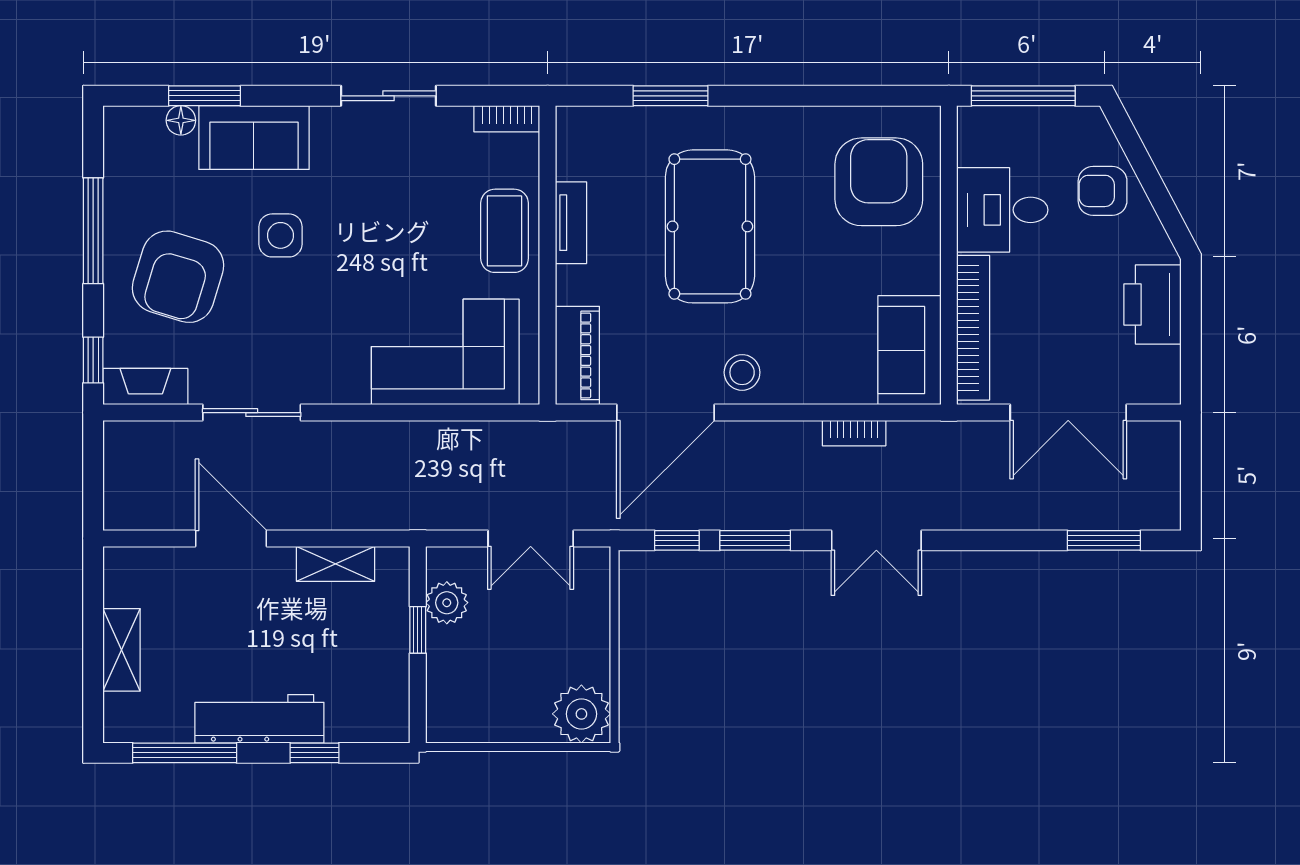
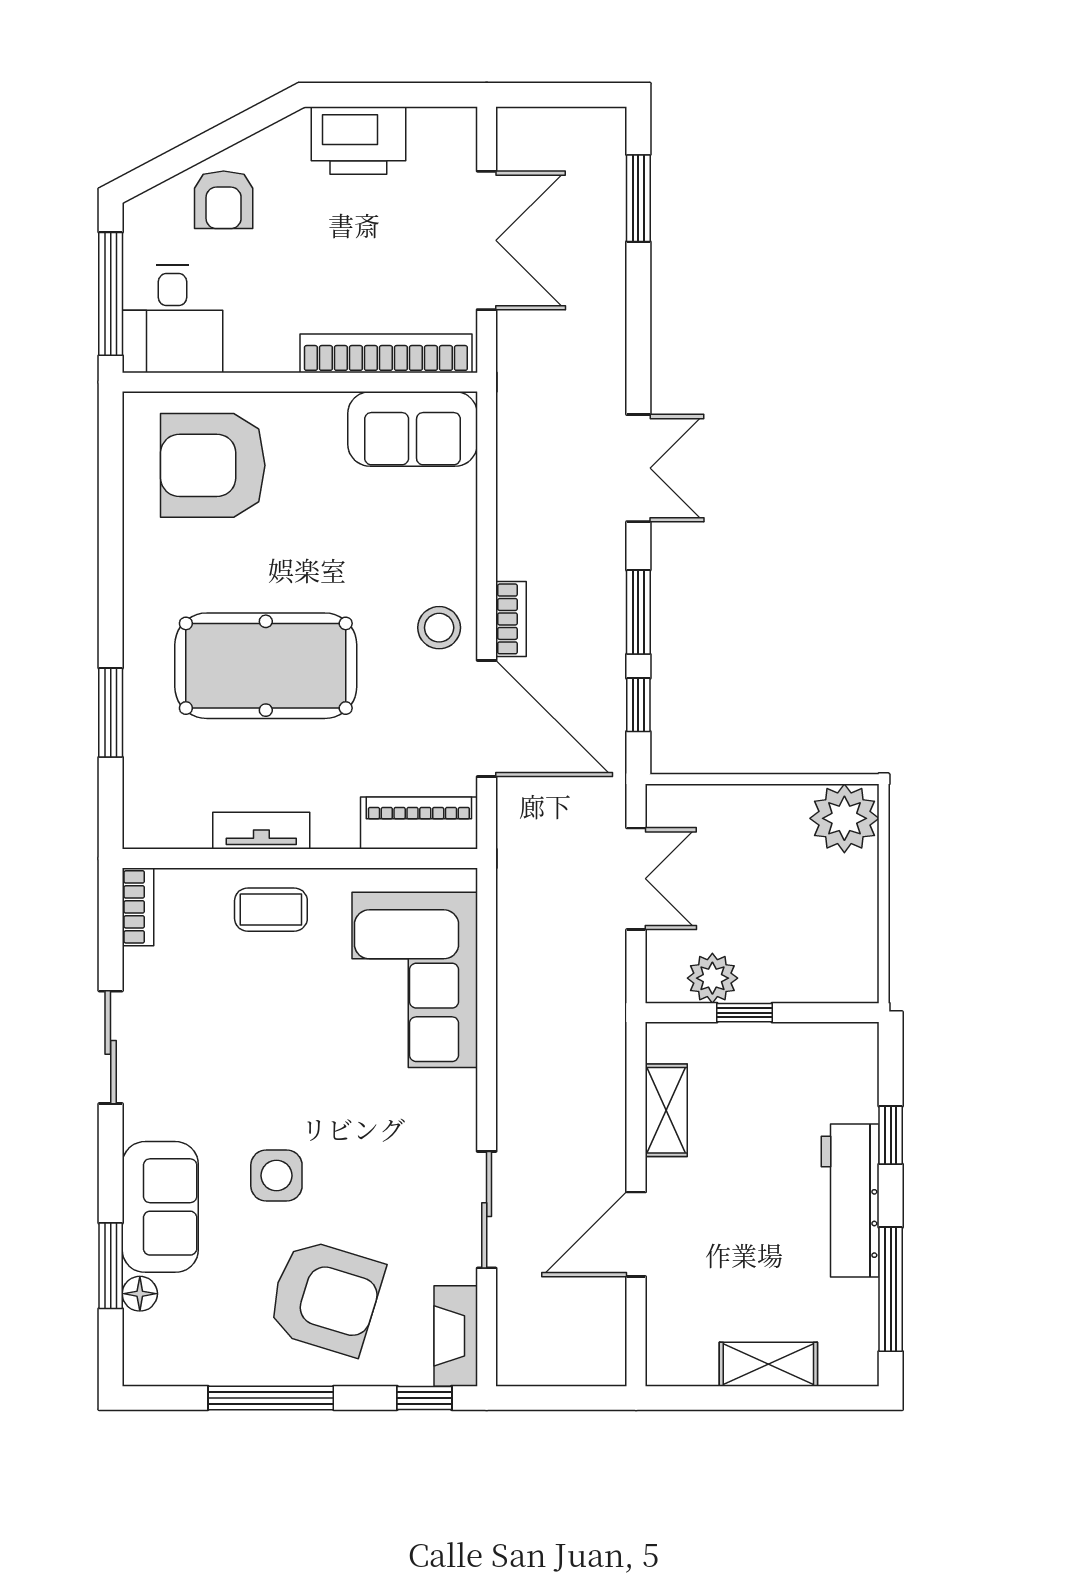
desk: (1002, 210) -> (172, 319), moved
coffee table: (505, 231) -> (271, 910), width x0.73, depth x0.77
bookcase: (854, 433) -> (511, 619), moved

